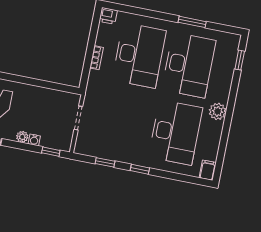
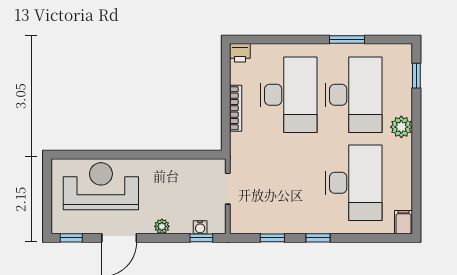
bookcase: (97, 58) -> (236, 108), width x1.56
plant: (218, 111) -> (401, 127), moved
water cooler: (34, 140) -> (200, 227), moved

